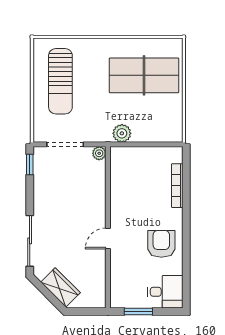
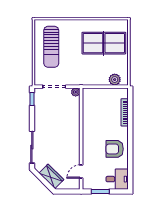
plant: (122, 133) -> (115, 80), moved
door: (108, 239) -> (81, 172), moved
armchair: (161, 244) -> (115, 149), turned -90

